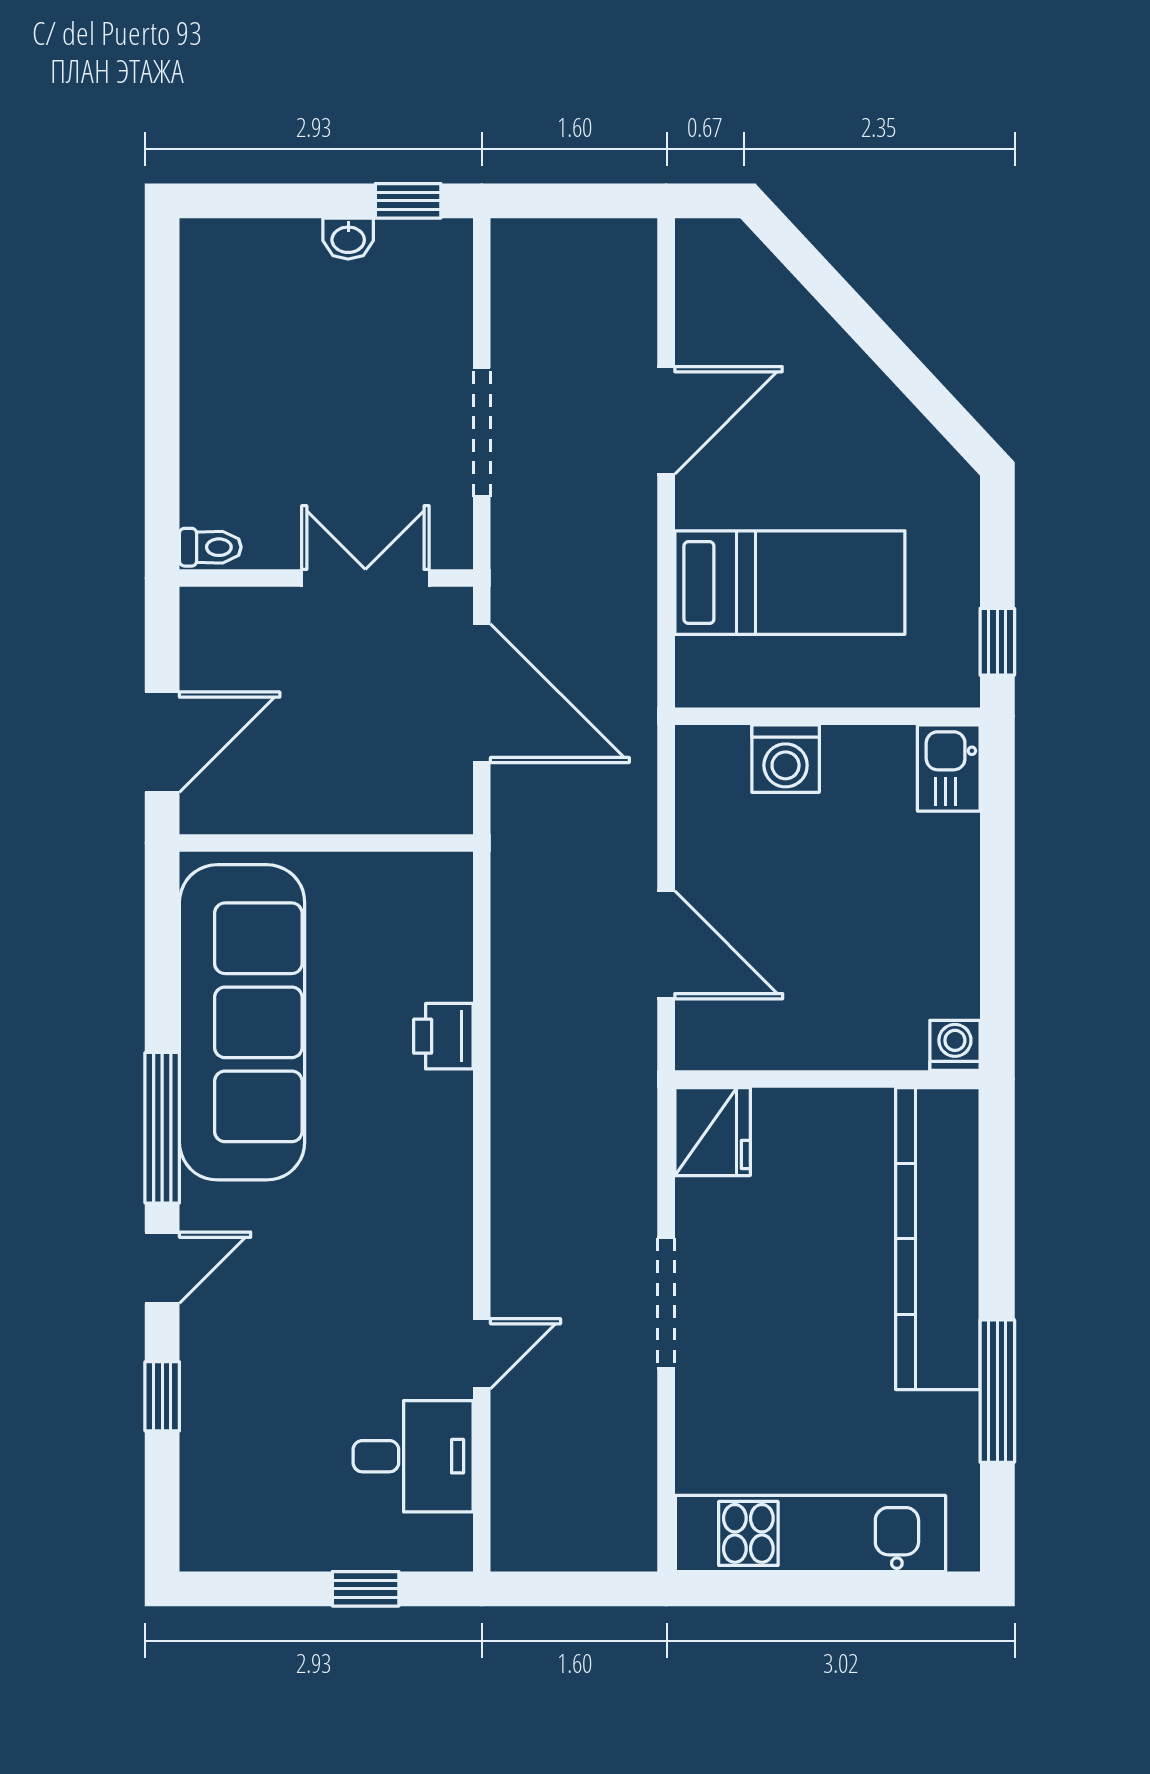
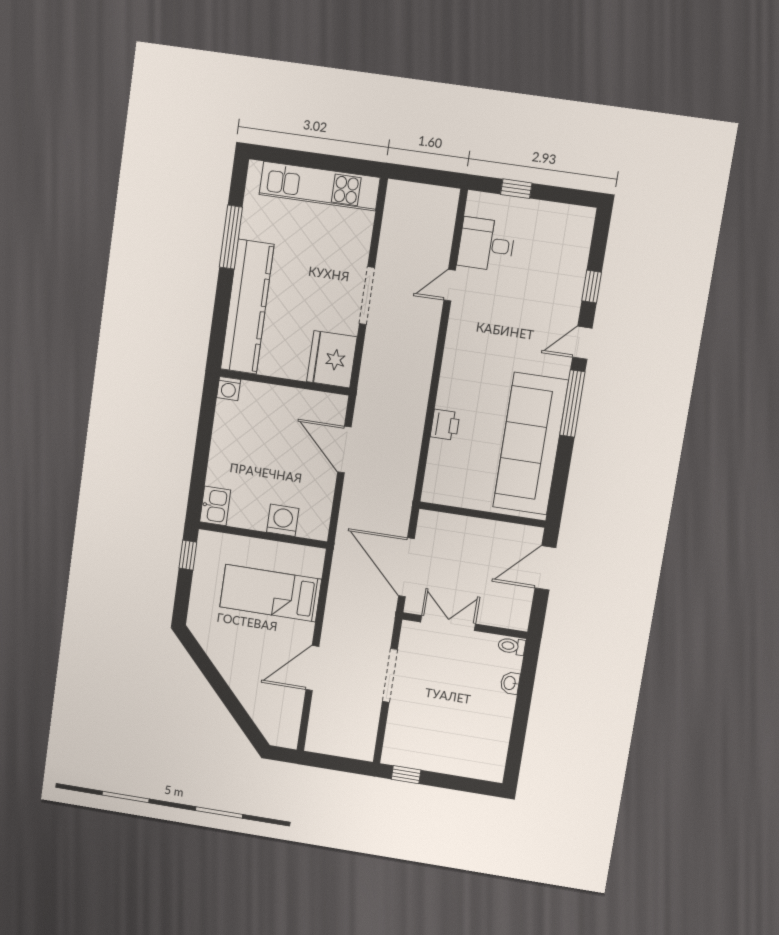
washbasin: (348, 239) -> (510, 683), moved, turned -90
double door: (365, 578) -> (448, 623), swing flipped
fridge: (713, 1132) -> (332, 359), width x1.36, depth x1.34

